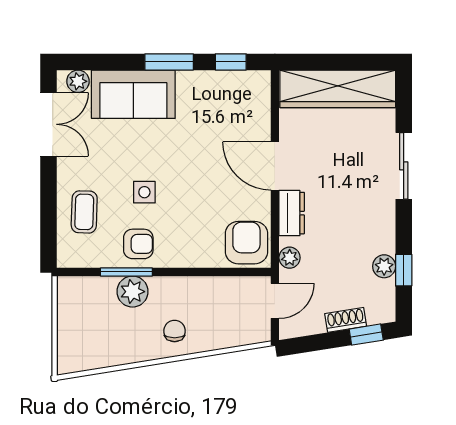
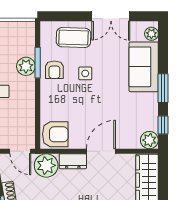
plant: (256, 85) -> (149, 140), added
double door: (49, 124) -> (111, 16), moved
coffee table: (84, 212) -> (73, 37), width x1.36, depth x1.30
plant: (290, 258) -> (46, 165), width x1.88, depth x1.88

